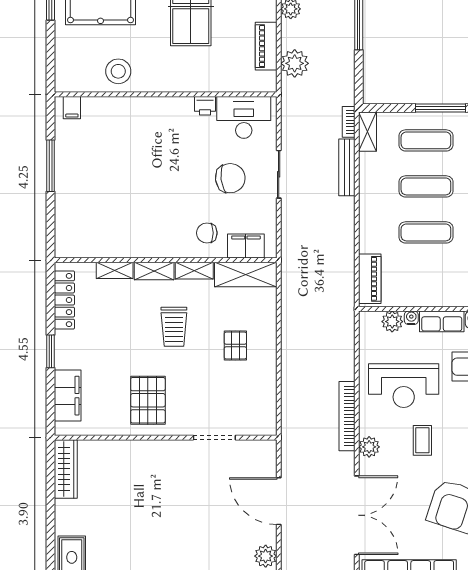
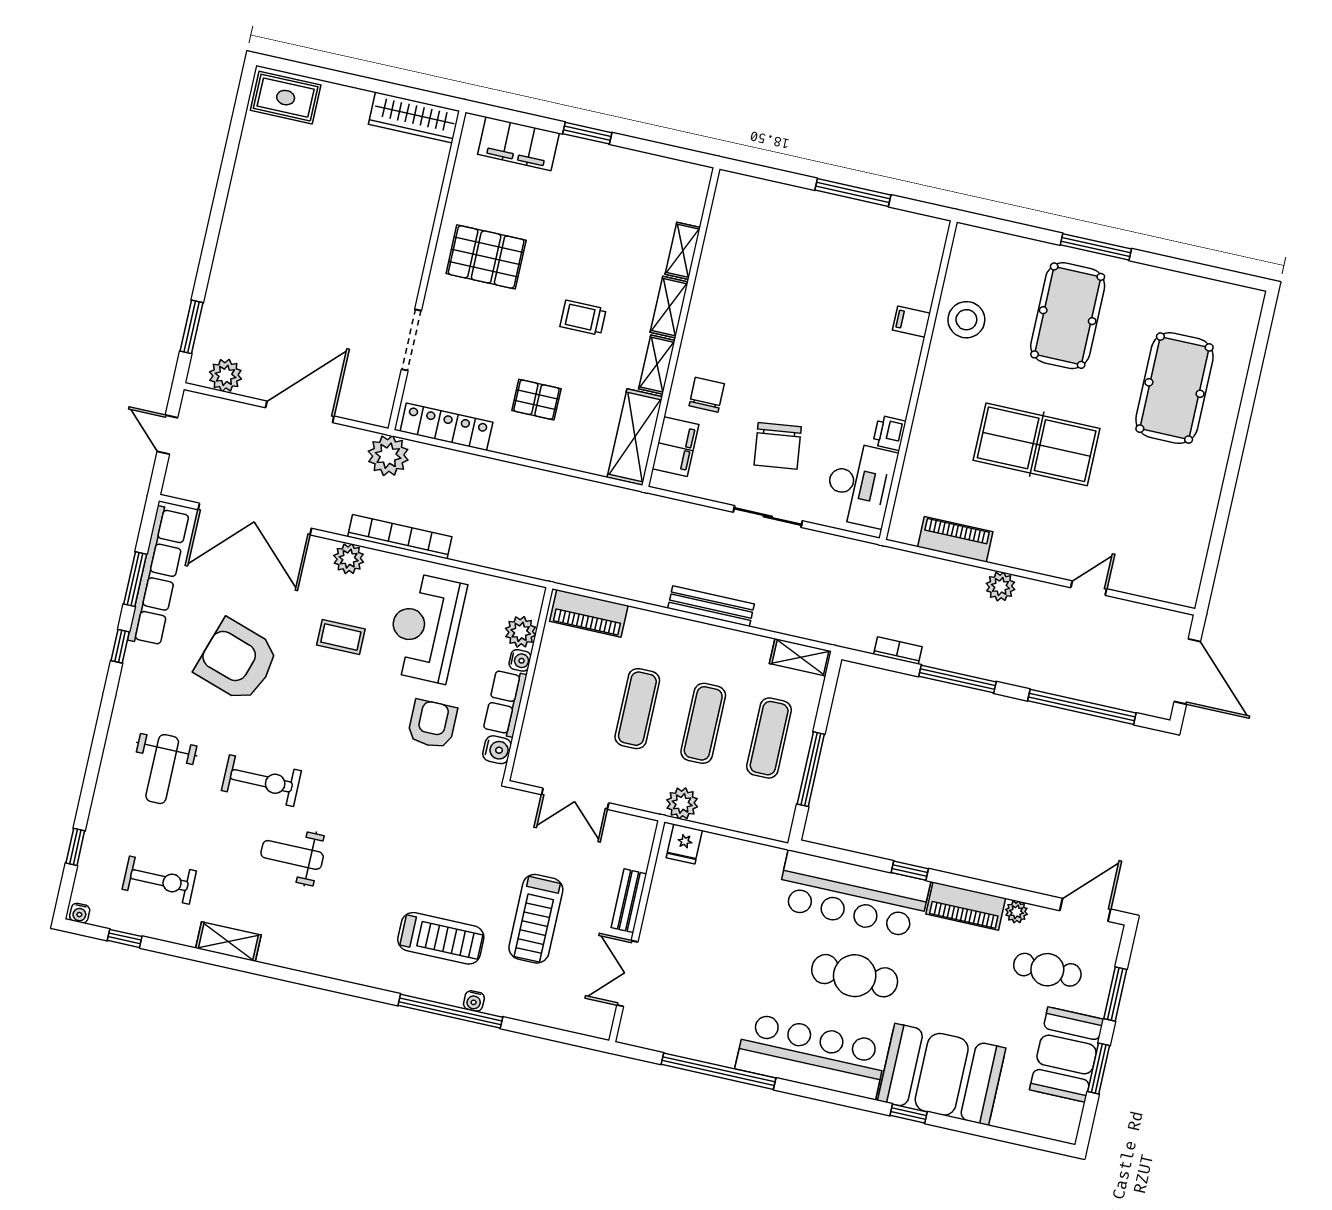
plant: (295, 63) -> (388, 456), moved
filing cabinet: (72, 108) -> (911, 322), moved
bookcase: (349, 122) -> (898, 651), moved
bench: (347, 167) -> (711, 606), moved
locker: (64, 300) -> (446, 427), moved, turned 180
trolley: (174, 327) -> (583, 318), width x0.73, depth x0.72

